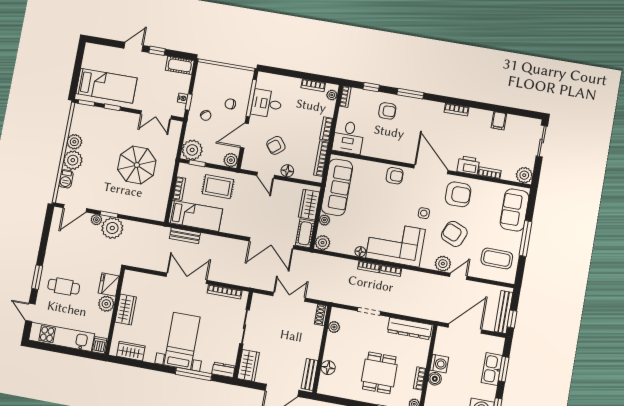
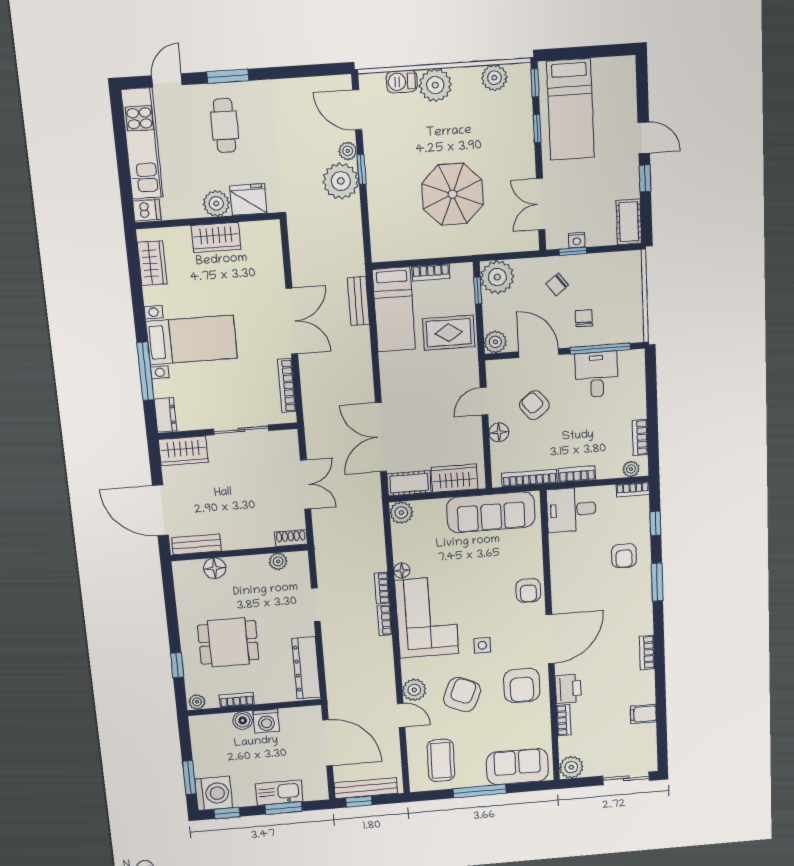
plant: (74, 142) -> (494, 78), moved
rug: (218, 187) -> (449, 333), turned 90
plant: (324, 220) -> (436, 507), removed

